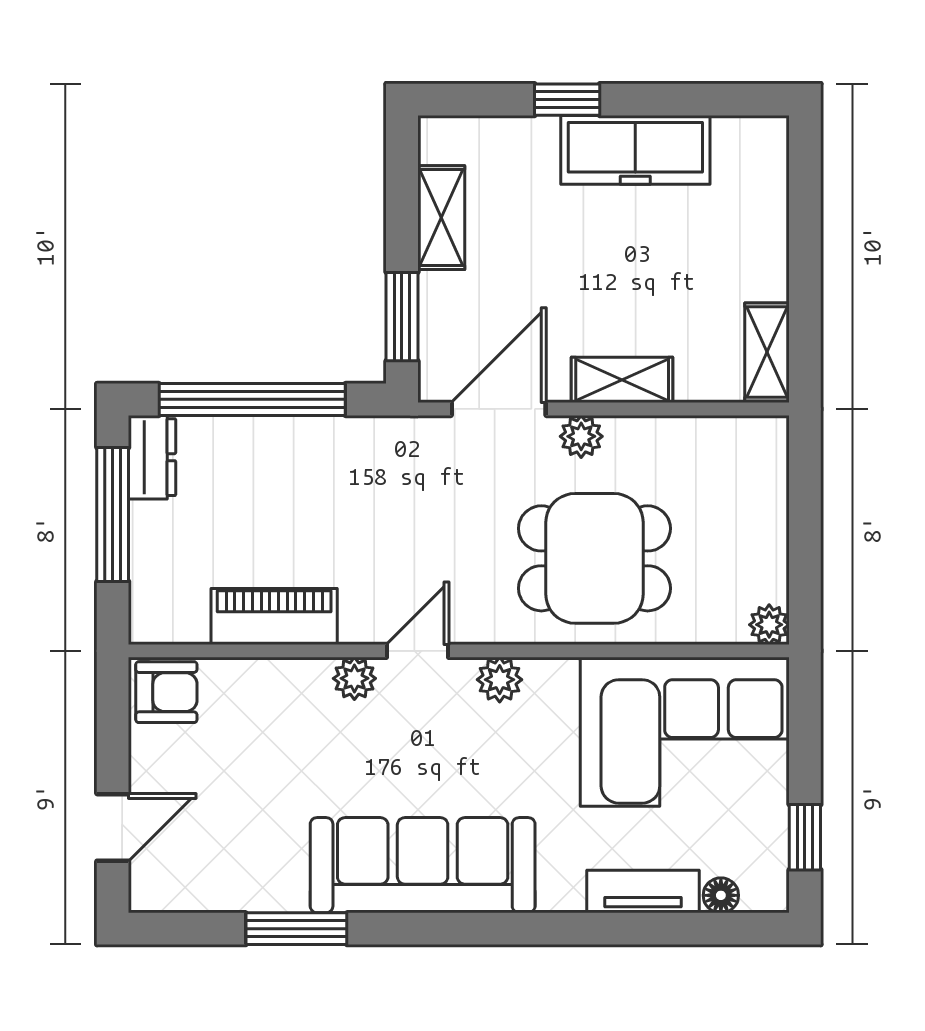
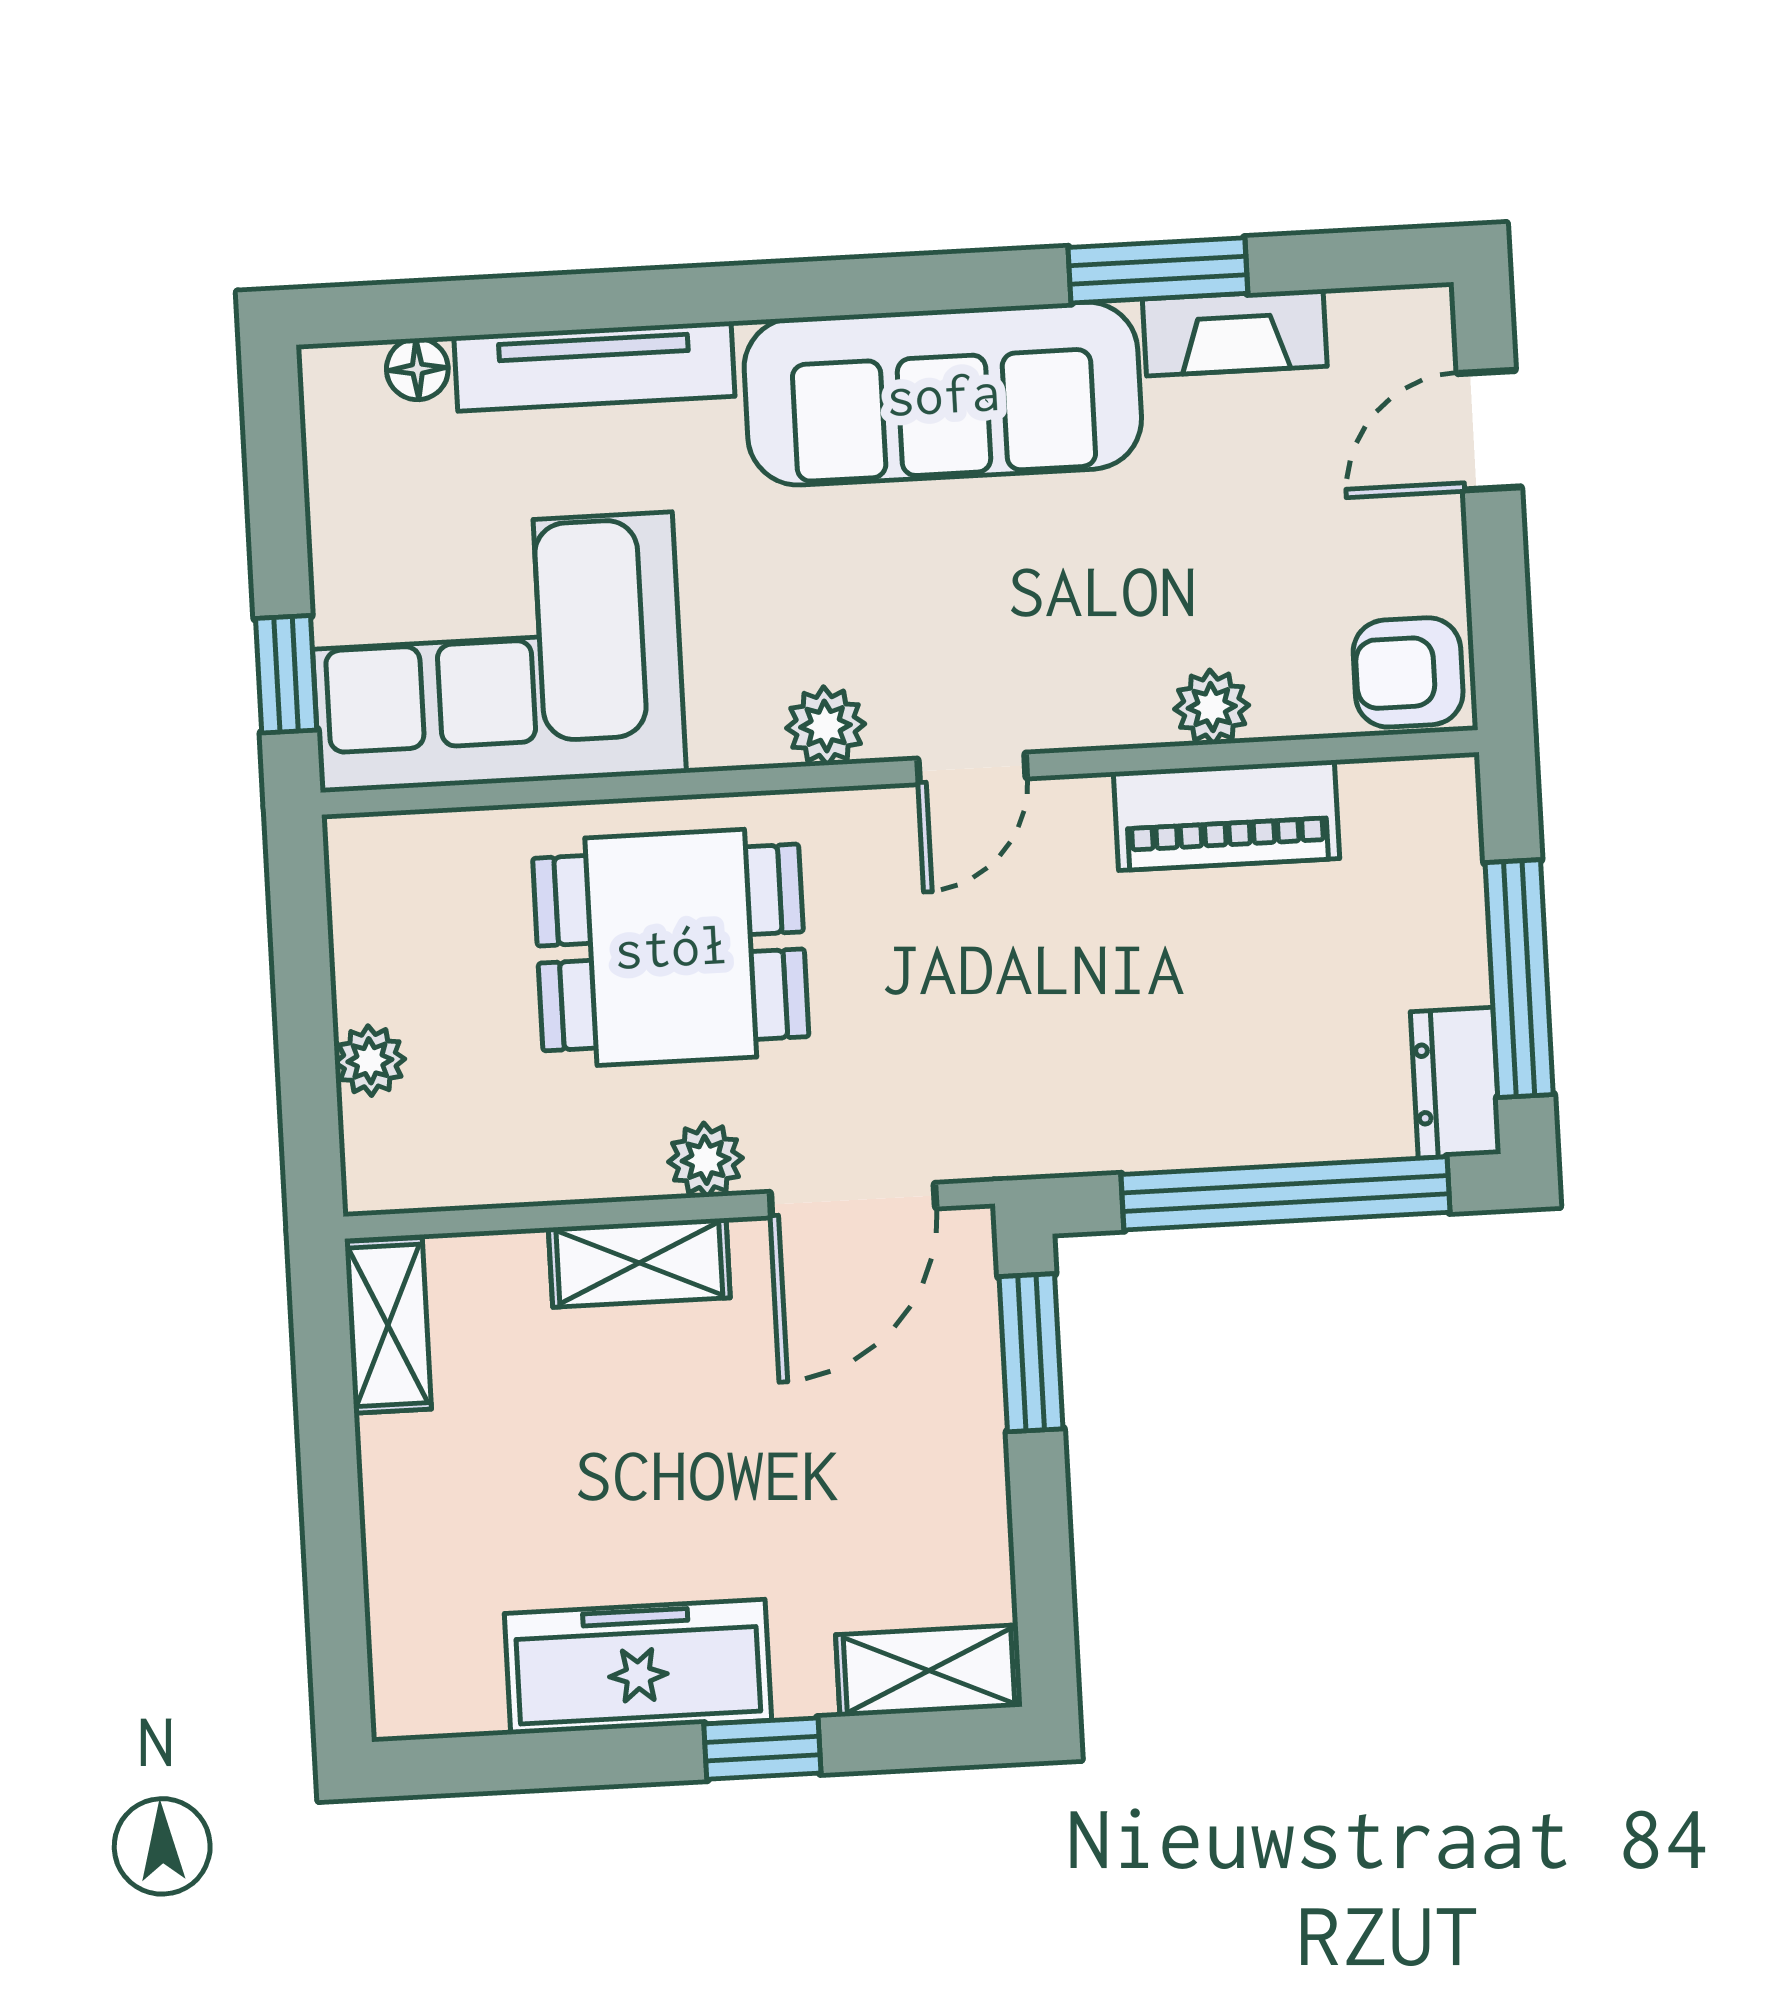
shelving: (441, 218) -> (929, 1671), moved, turned 90
plant: (769, 625) -> (370, 1061), moved
plant: (354, 678) -> (1212, 707), moved
window: (805, 837) -> (286, 674), moved
fireplace: (255, 891) -> (1235, 333), added
tv unit: (643, 891) -> (594, 366), width x1.41

